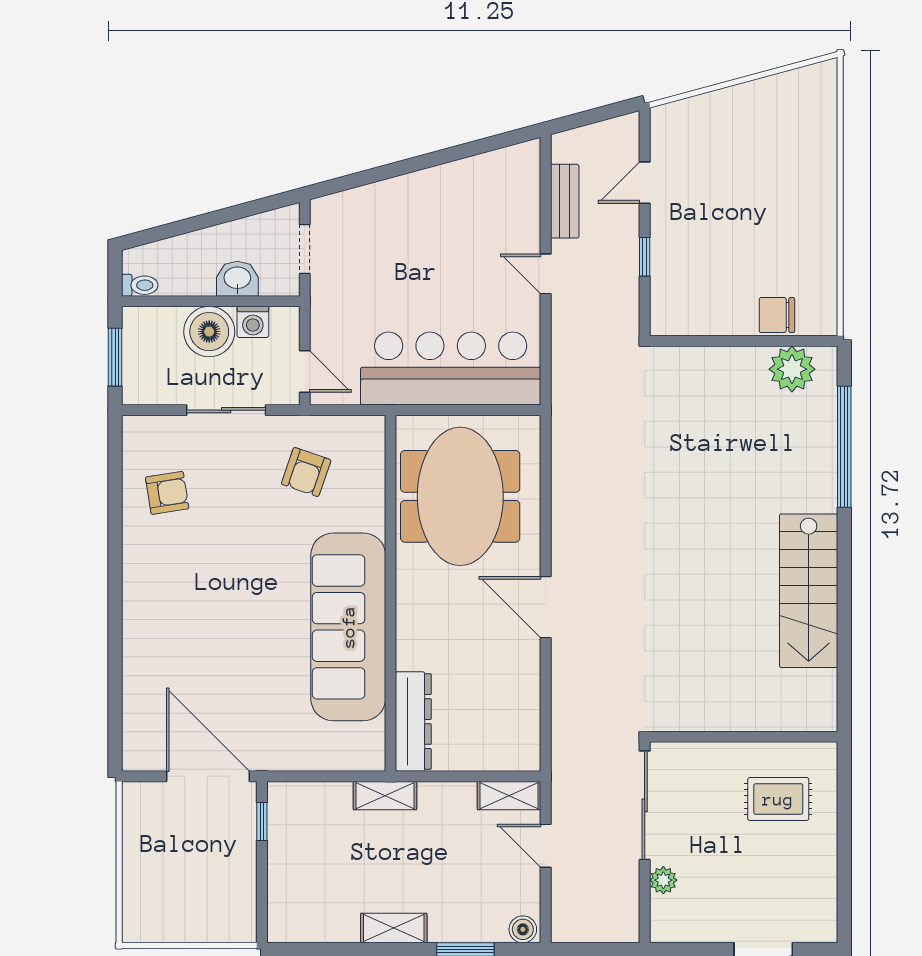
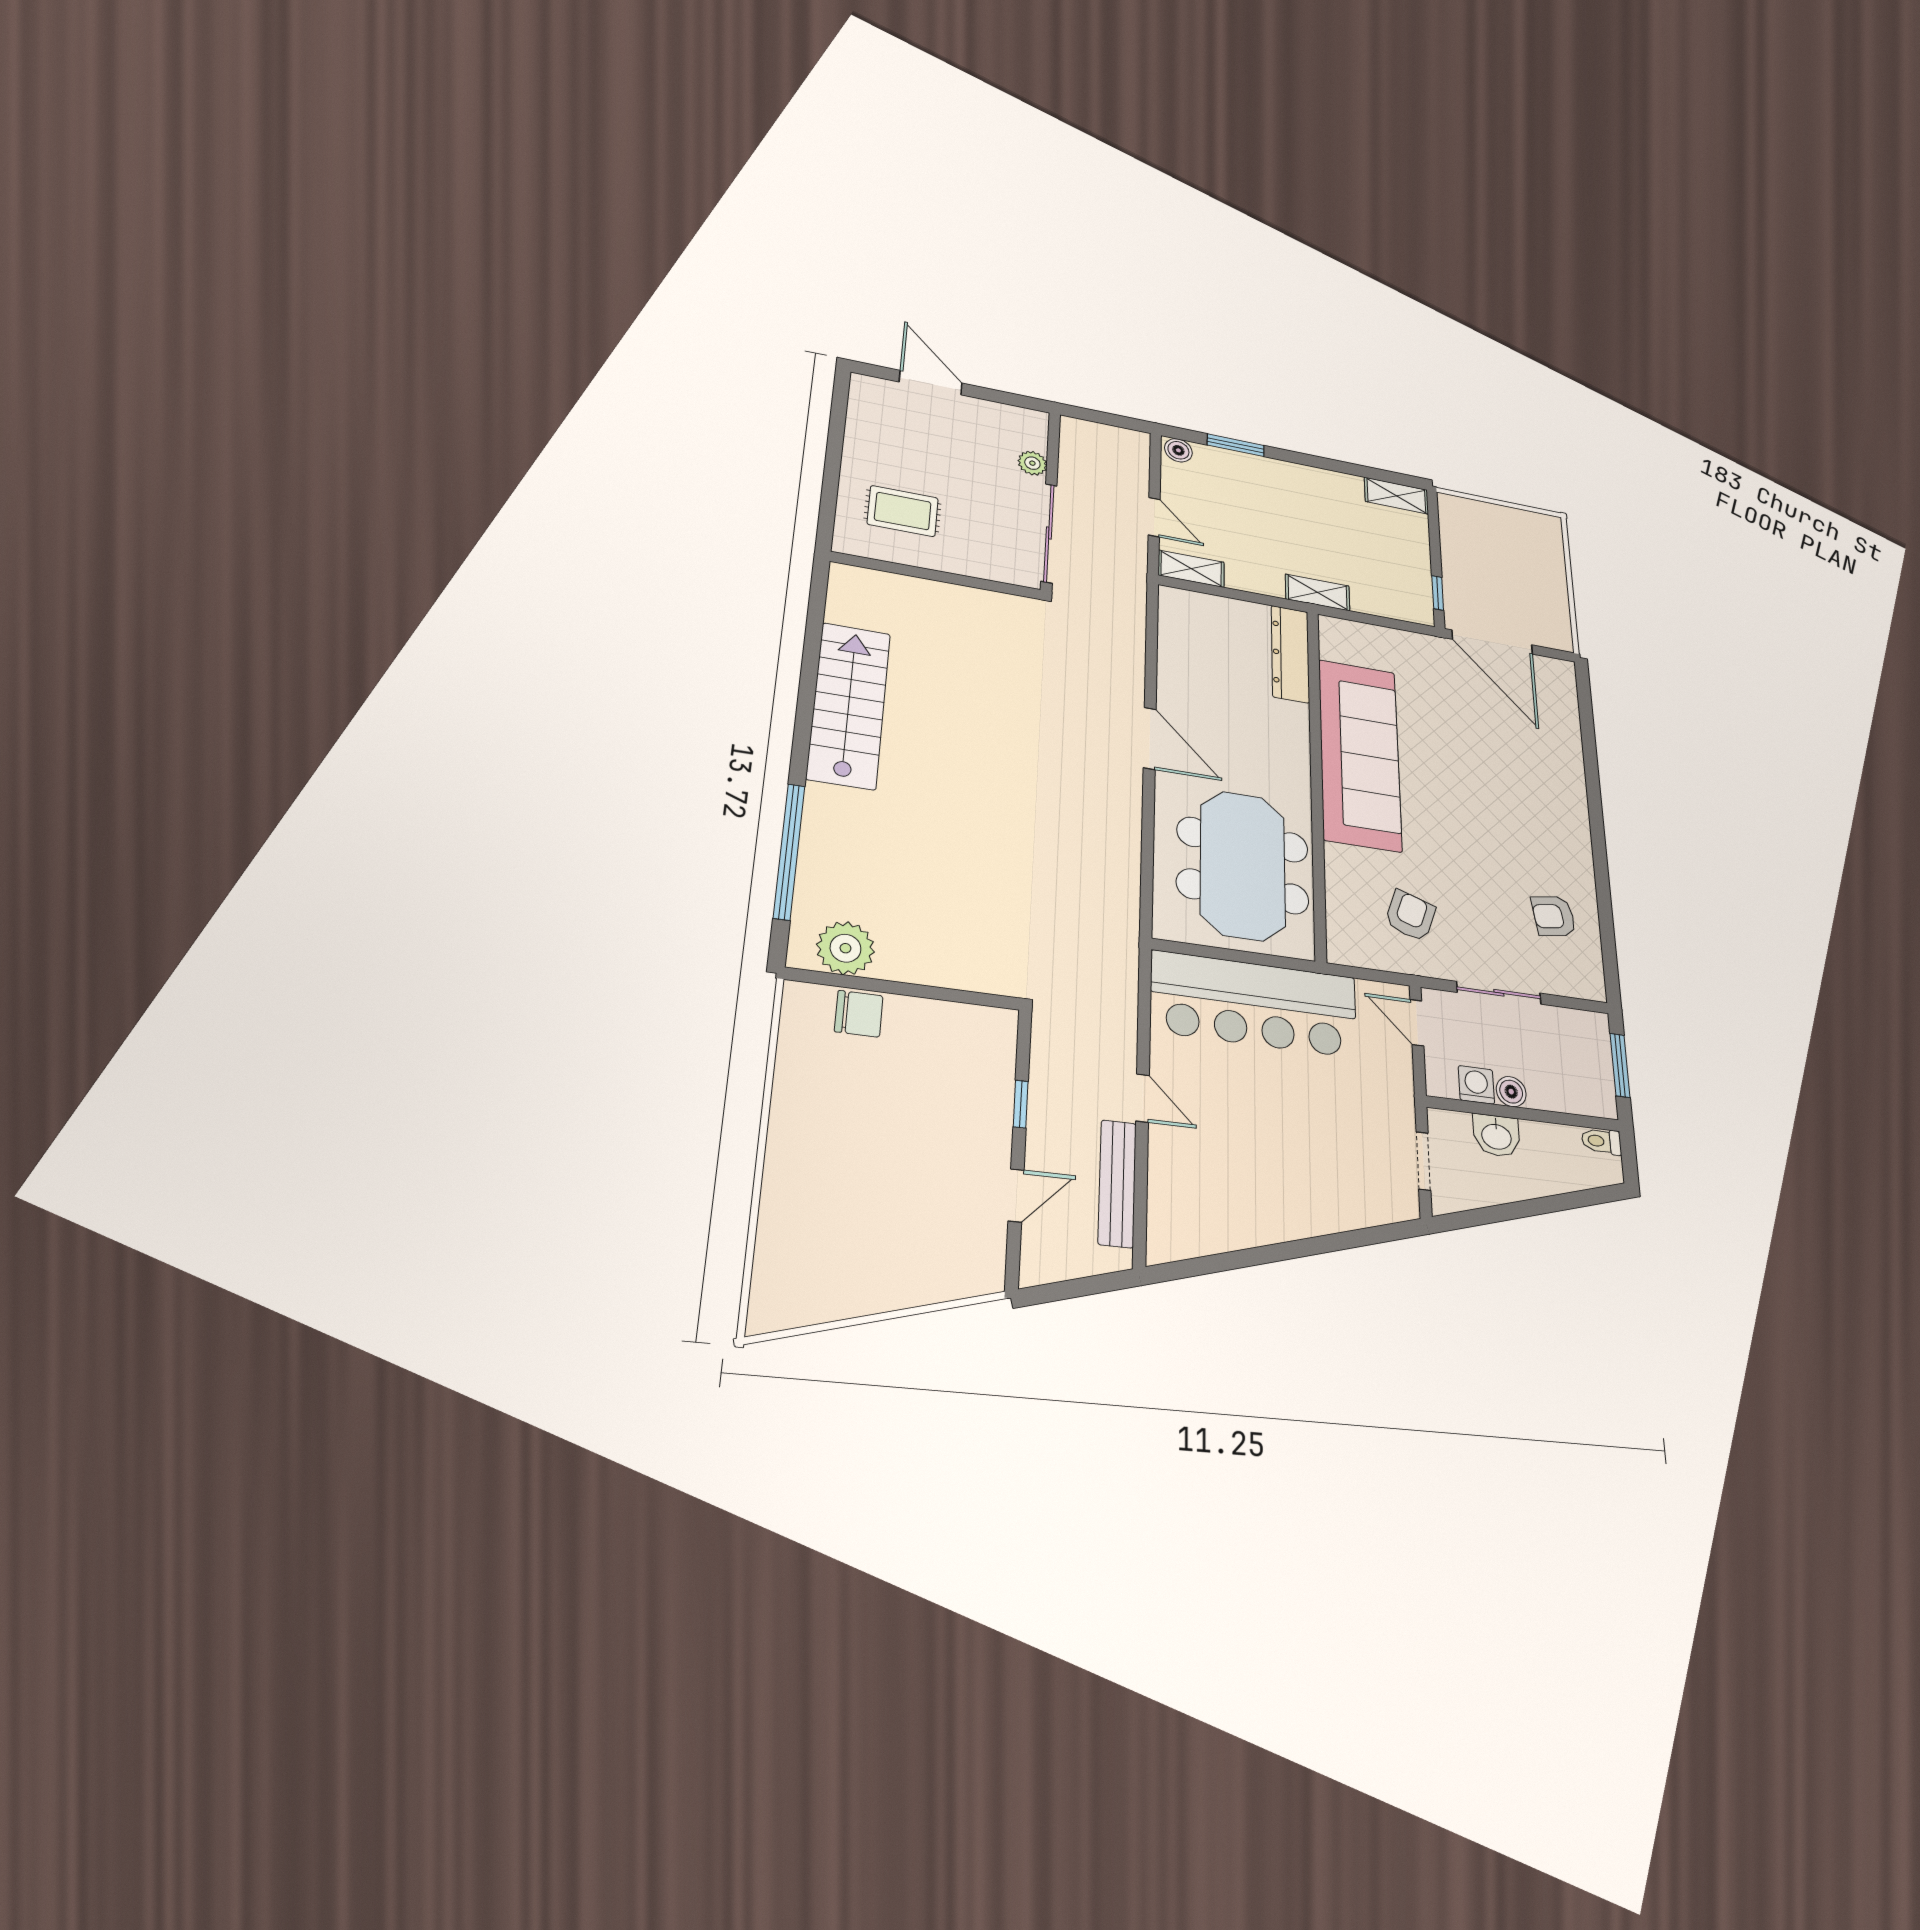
bench: (565, 201) -> (1117, 1183), width x1.36
boiler: (209, 332) -> (1511, 1092), width x0.54, depth x0.54
shelving: (394, 928) -> (1396, 496), moved

